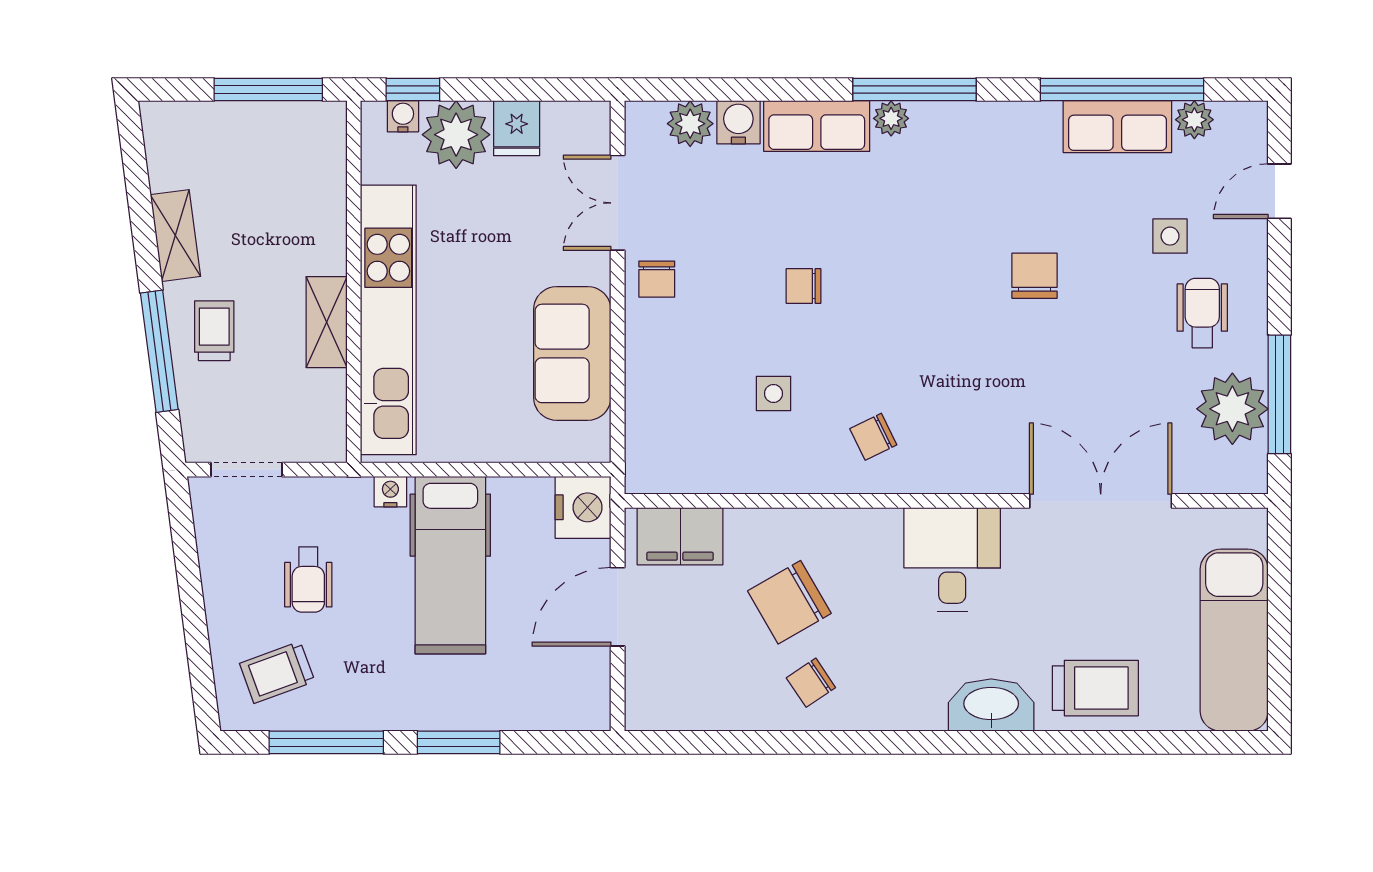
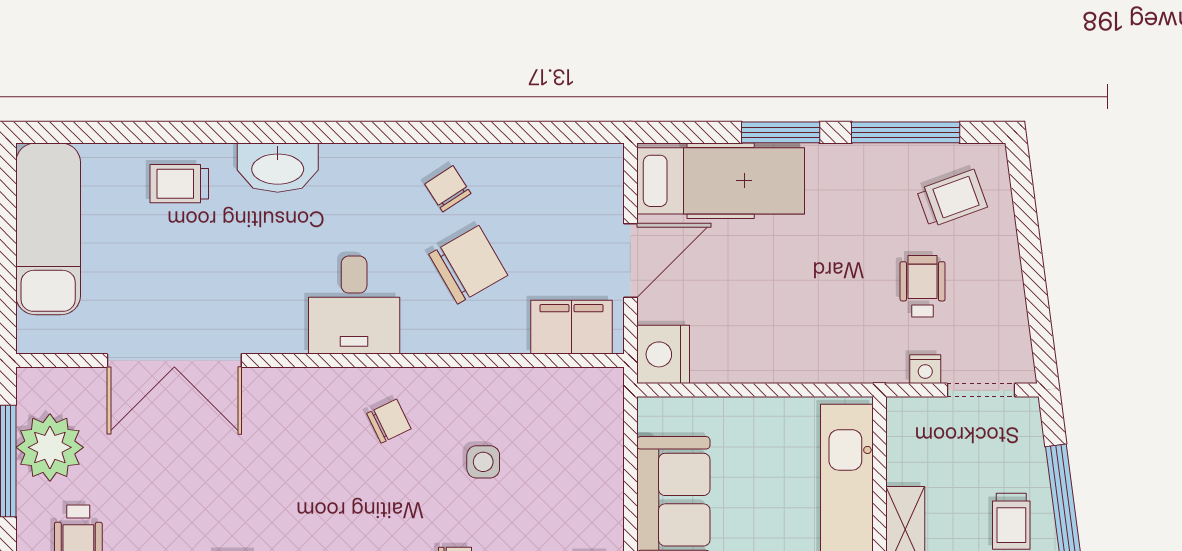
nightstand: (390, 492) -> (925, 369), moved
desk: (952, 560) -> (354, 305), moved
hospital bed: (450, 565) -> (721, 181), moved, turned 90
chair: (811, 683) -> (448, 189), turned -89
trolley: (1095, 688) -> (179, 184), width x0.73, depth x0.72

